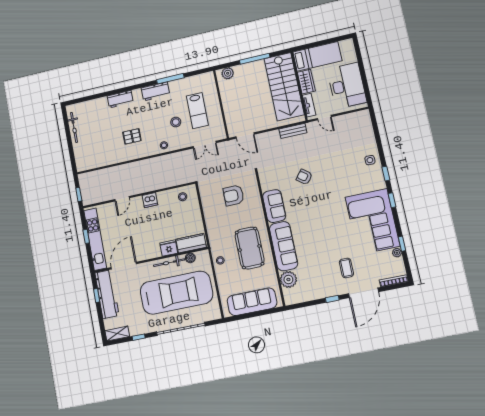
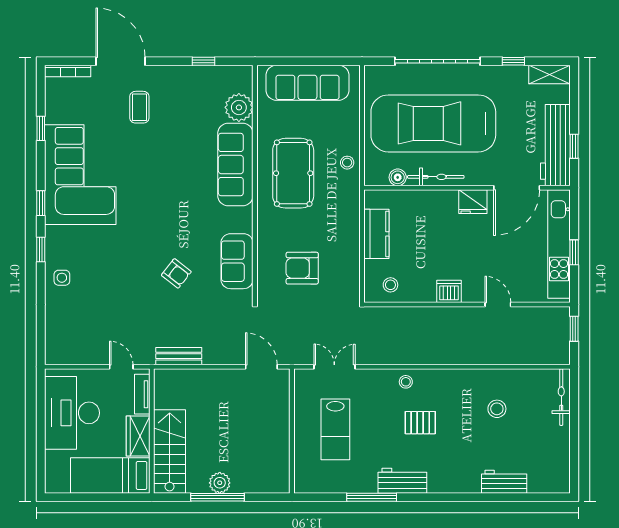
plant: (228, 73) -> (220, 483), moved
stairs: (284, 87) -> (170, 451), width x0.73, depth x0.66
workbench: (120, 99) -> (504, 482), moved
lab bench: (197, 111) -> (335, 429), turned 180
stool: (176, 122) -> (497, 409), moved
bicycle: (74, 127) -> (561, 397), moved
pallet: (132, 136) -> (420, 423), moved
armchair: (234, 195) -> (302, 268), turned 180
door: (122, 199) -> (498, 305), hinge flipped
sofa: (274, 206) -> (237, 261), moved
kitchen counter: (191, 243) -> (376, 234), moved, turned -90
fridge: (169, 248) -> (473, 202), moved
plant: (397, 253) -> (52, 116), removed
door: (364, 293) -> (121, 61), hinge flipped
window: (332, 299) -> (203, 61), moved

